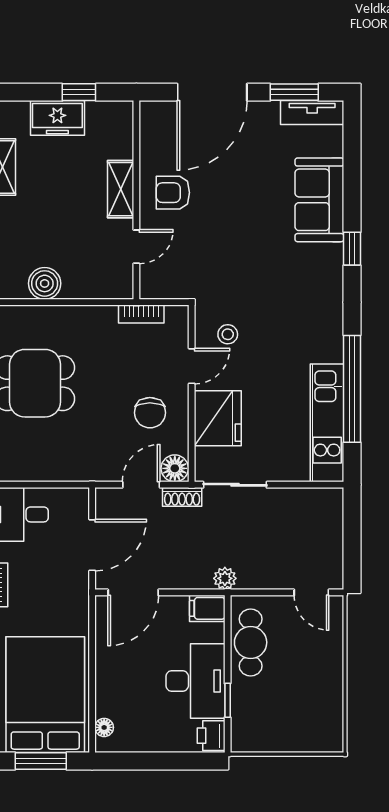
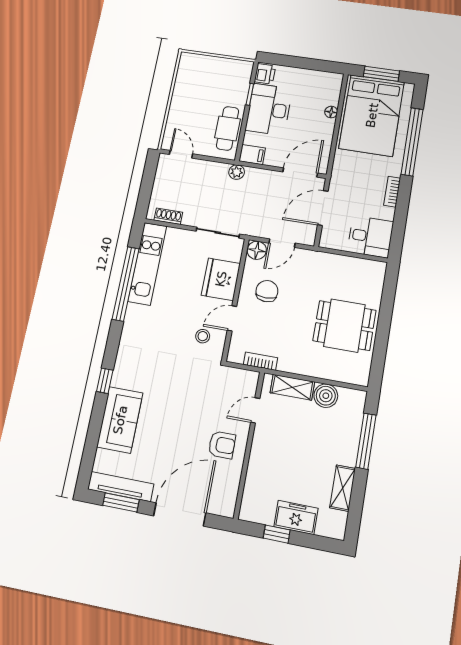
tv unit: (312, 113) -> (121, 487), width x1.41
shelving: (121, 189) -> (292, 387), moved, turned 90
shoe rack: (182, 497) -> (168, 216), moved
floor lamp: (104, 727) -> (331, 112), moved

